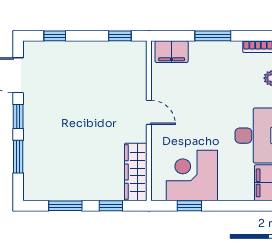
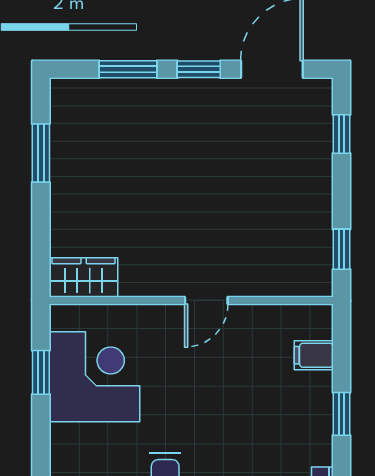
window: (213, 36) -> (342, 414), width x0.67
filing cabinet: (172, 52) -> (314, 355), width x0.50
wardrobe: (136, 172) -> (84, 277), width x0.67
window: (111, 206) -> (41, 233), removed

